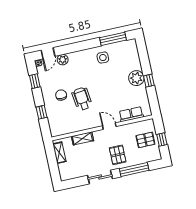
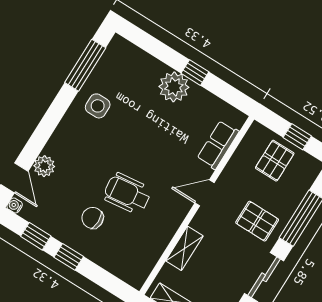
window: (41, 112) -> (69, 257), moved

